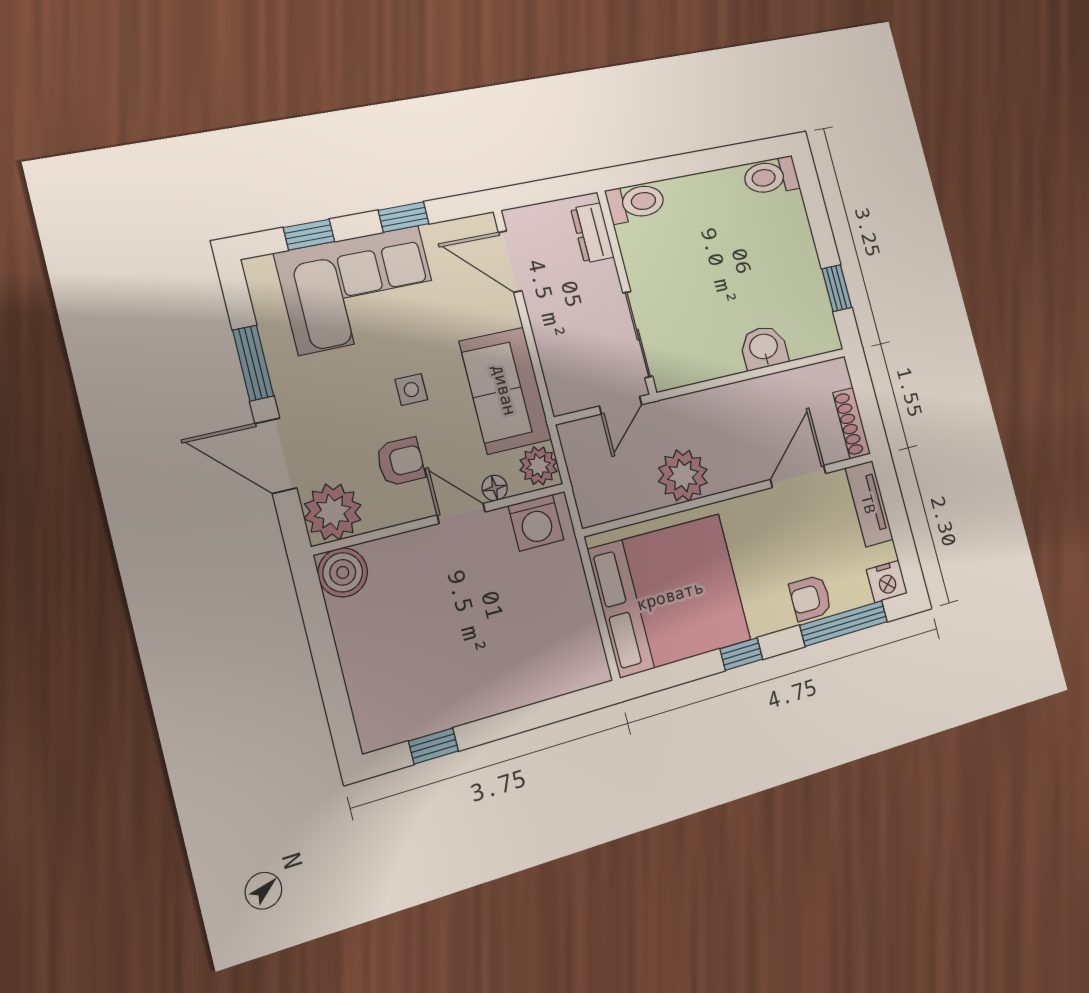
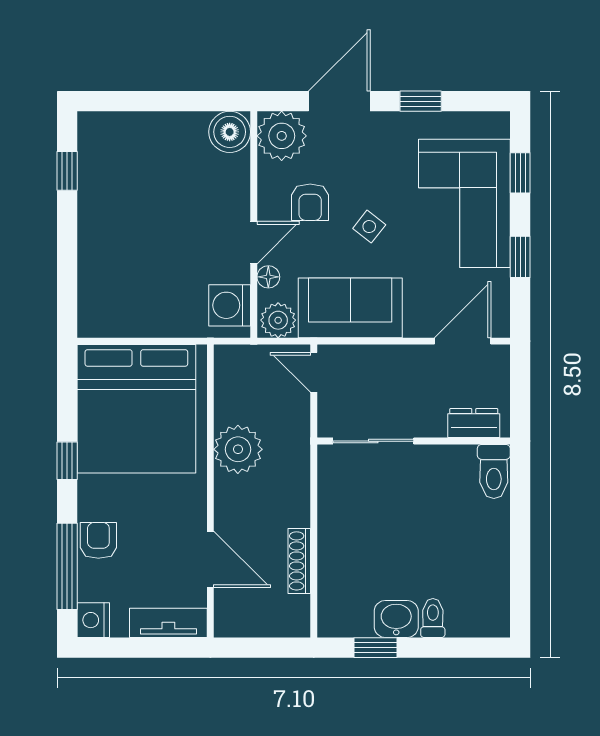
toilet: (771, 176) -> (433, 618), moved, width x0.73, depth x0.72
washbasin: (764, 348) -> (396, 619), moved, turned -90
window: (253, 363) -> (421, 101), width x0.67
side table: (411, 390) -> (369, 227), turned 38
door: (621, 405) -> (314, 372), moved
shoe rack: (852, 423) -> (299, 561), moved, turned -90

